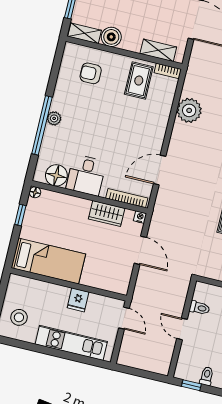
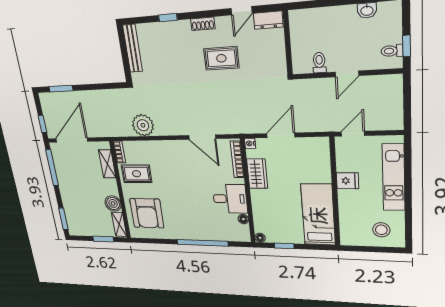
armchair: (91, 73) -> (147, 213), width x1.88, depth x1.88
plant: (54, 118) -> (193, 234), removed
floor lamp: (56, 175) -> (243, 219), width x0.53, depth x0.53
toilet: (207, 376) -> (392, 51), moved

